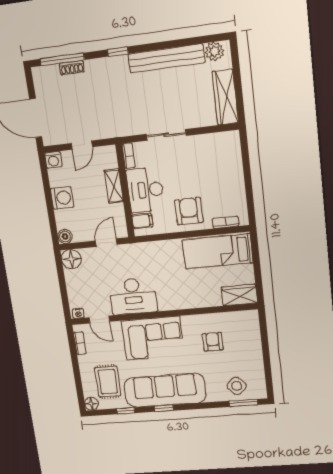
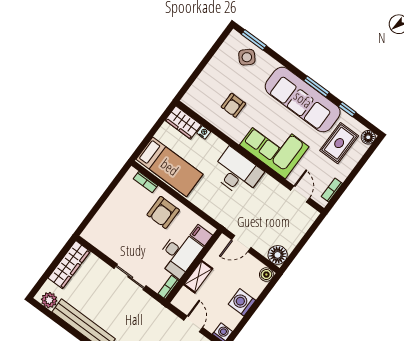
door: (82, 145) -> (193, 324), hinge flipped
desk: (133, 296) -> (237, 172), moved
nightstand: (78, 313) -> (204, 132), moved
window: (164, 408) -> (317, 86), width x1.50

